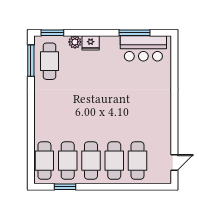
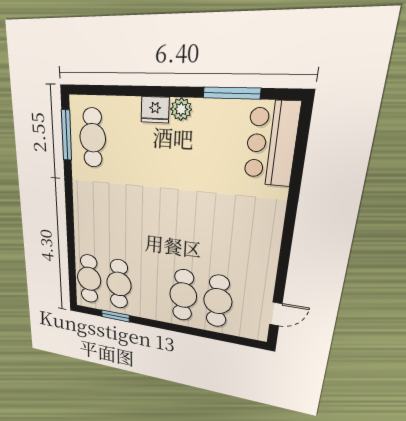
window: (52, 33) -> (96, 90), removed
plant: (75, 42) -> (181, 109), moved
bar counter: (143, 48) -> (271, 144), moved, turned 90
cafe table: (91, 161) -> (150, 289), removed

